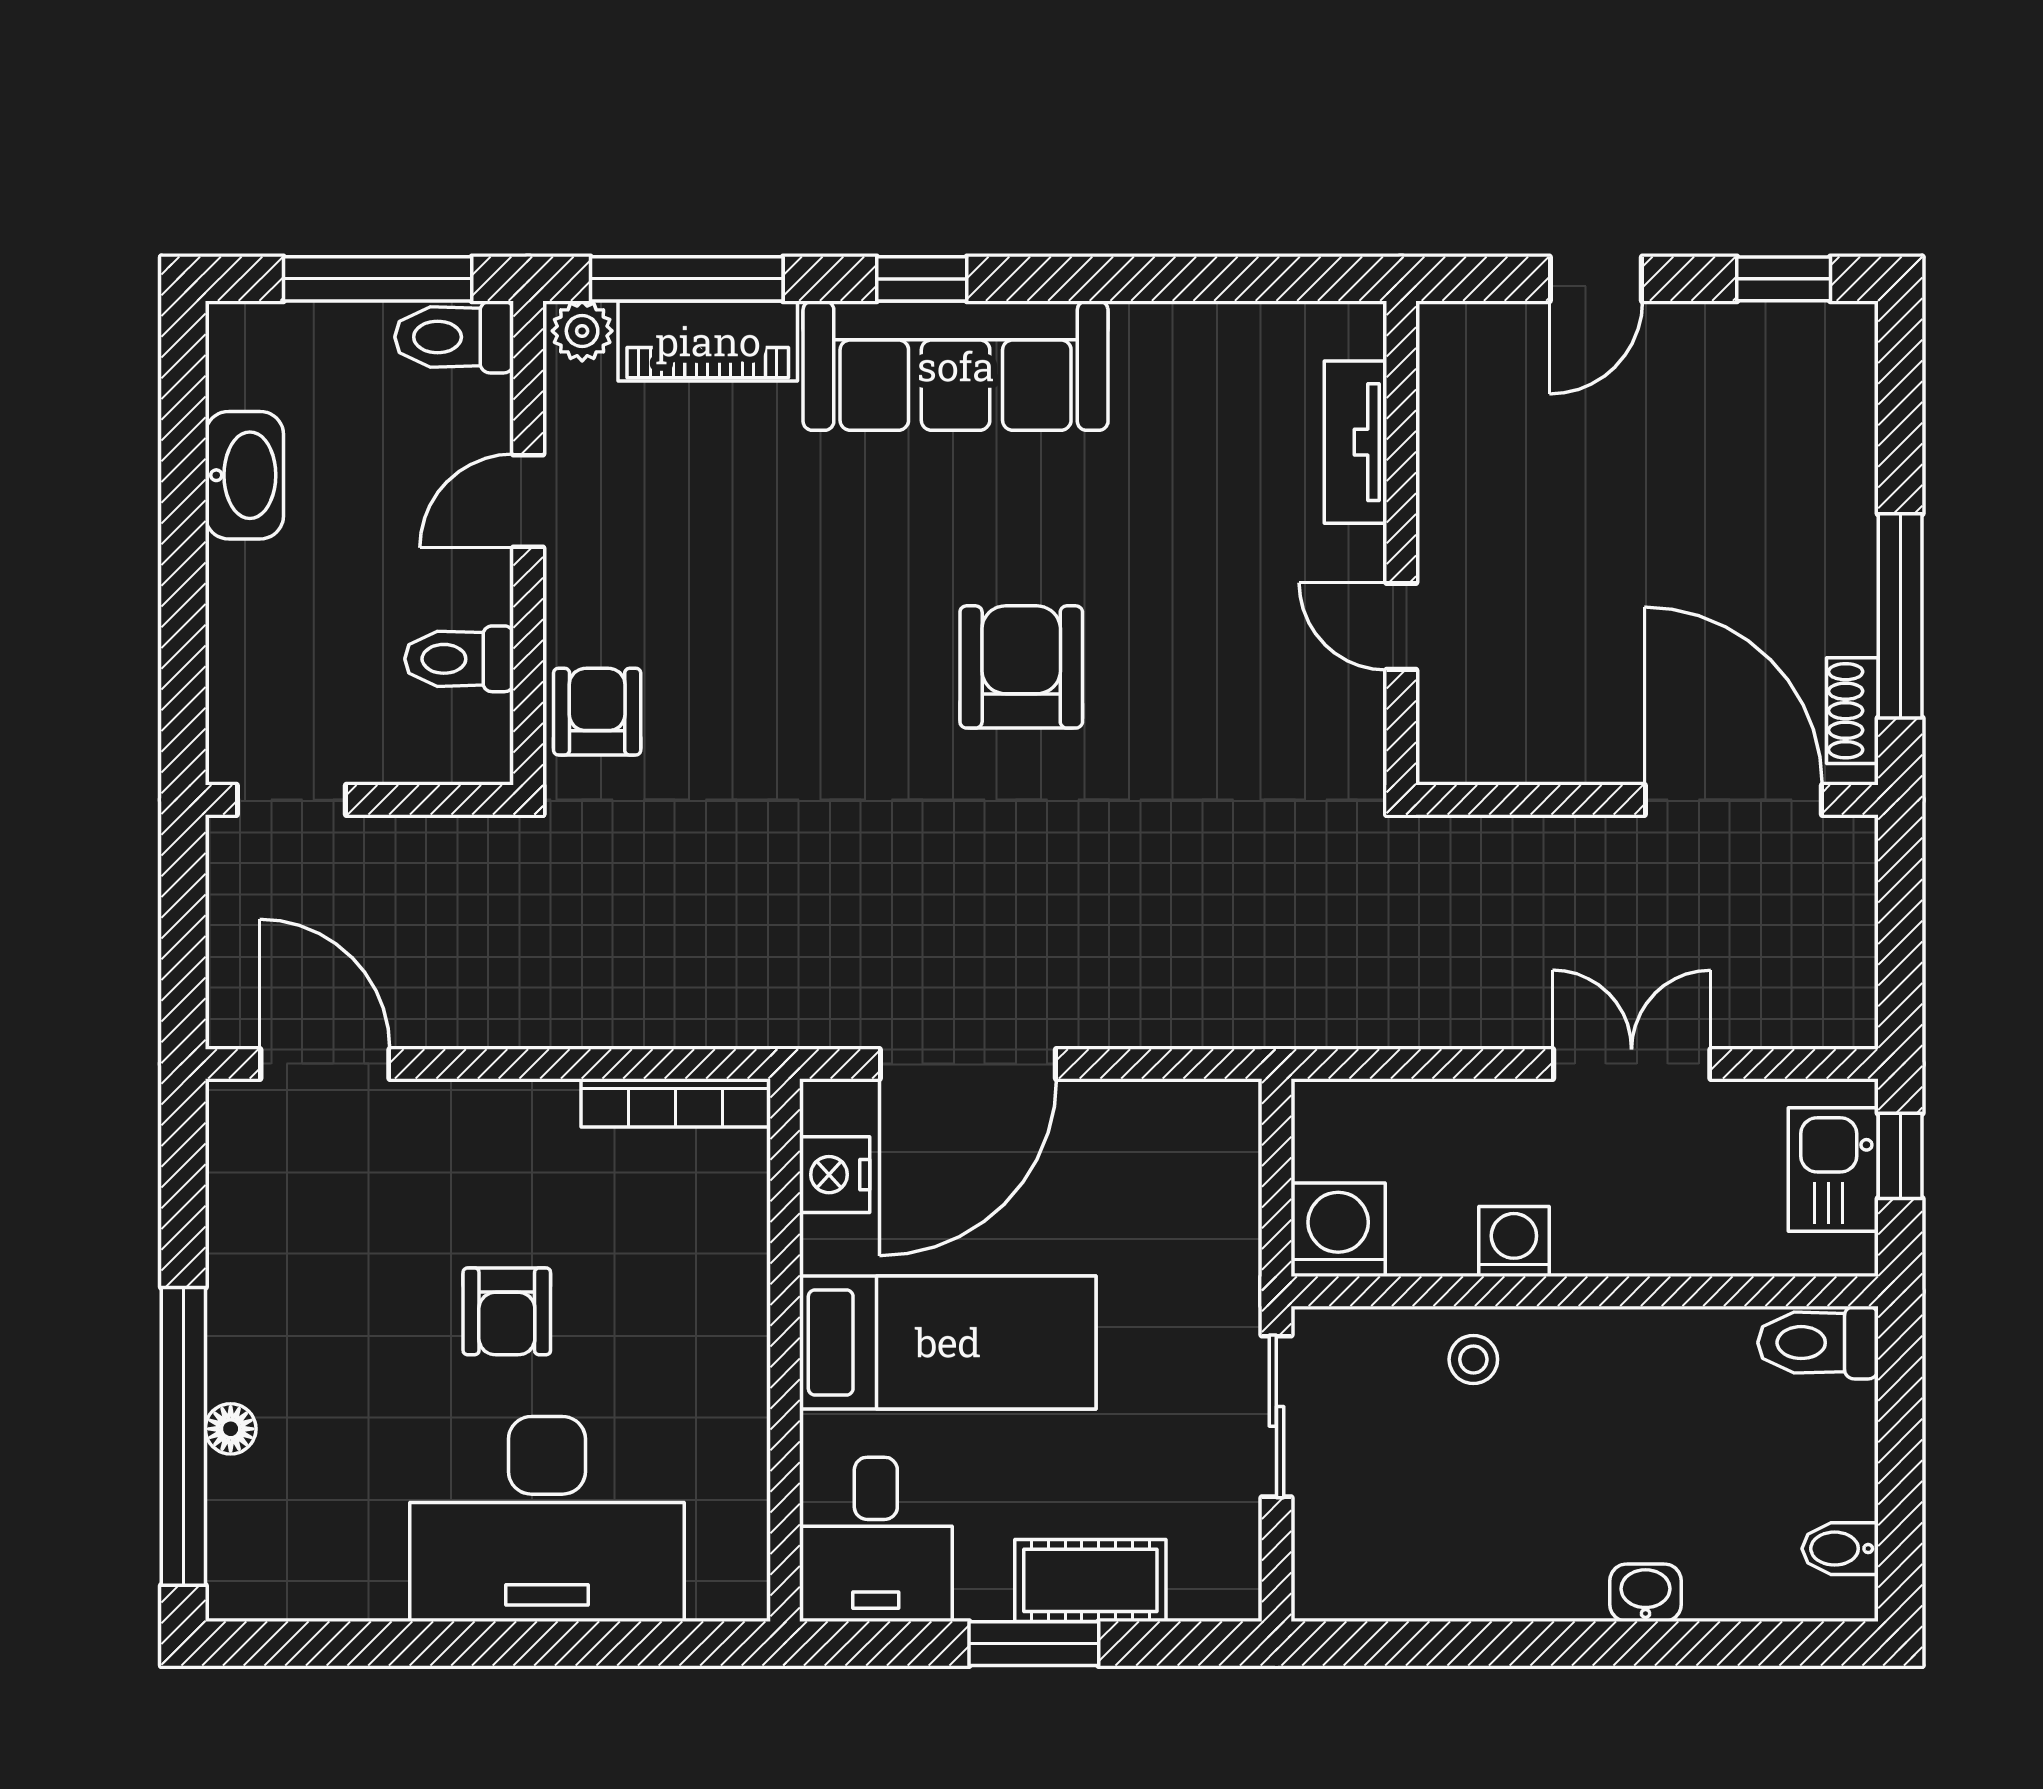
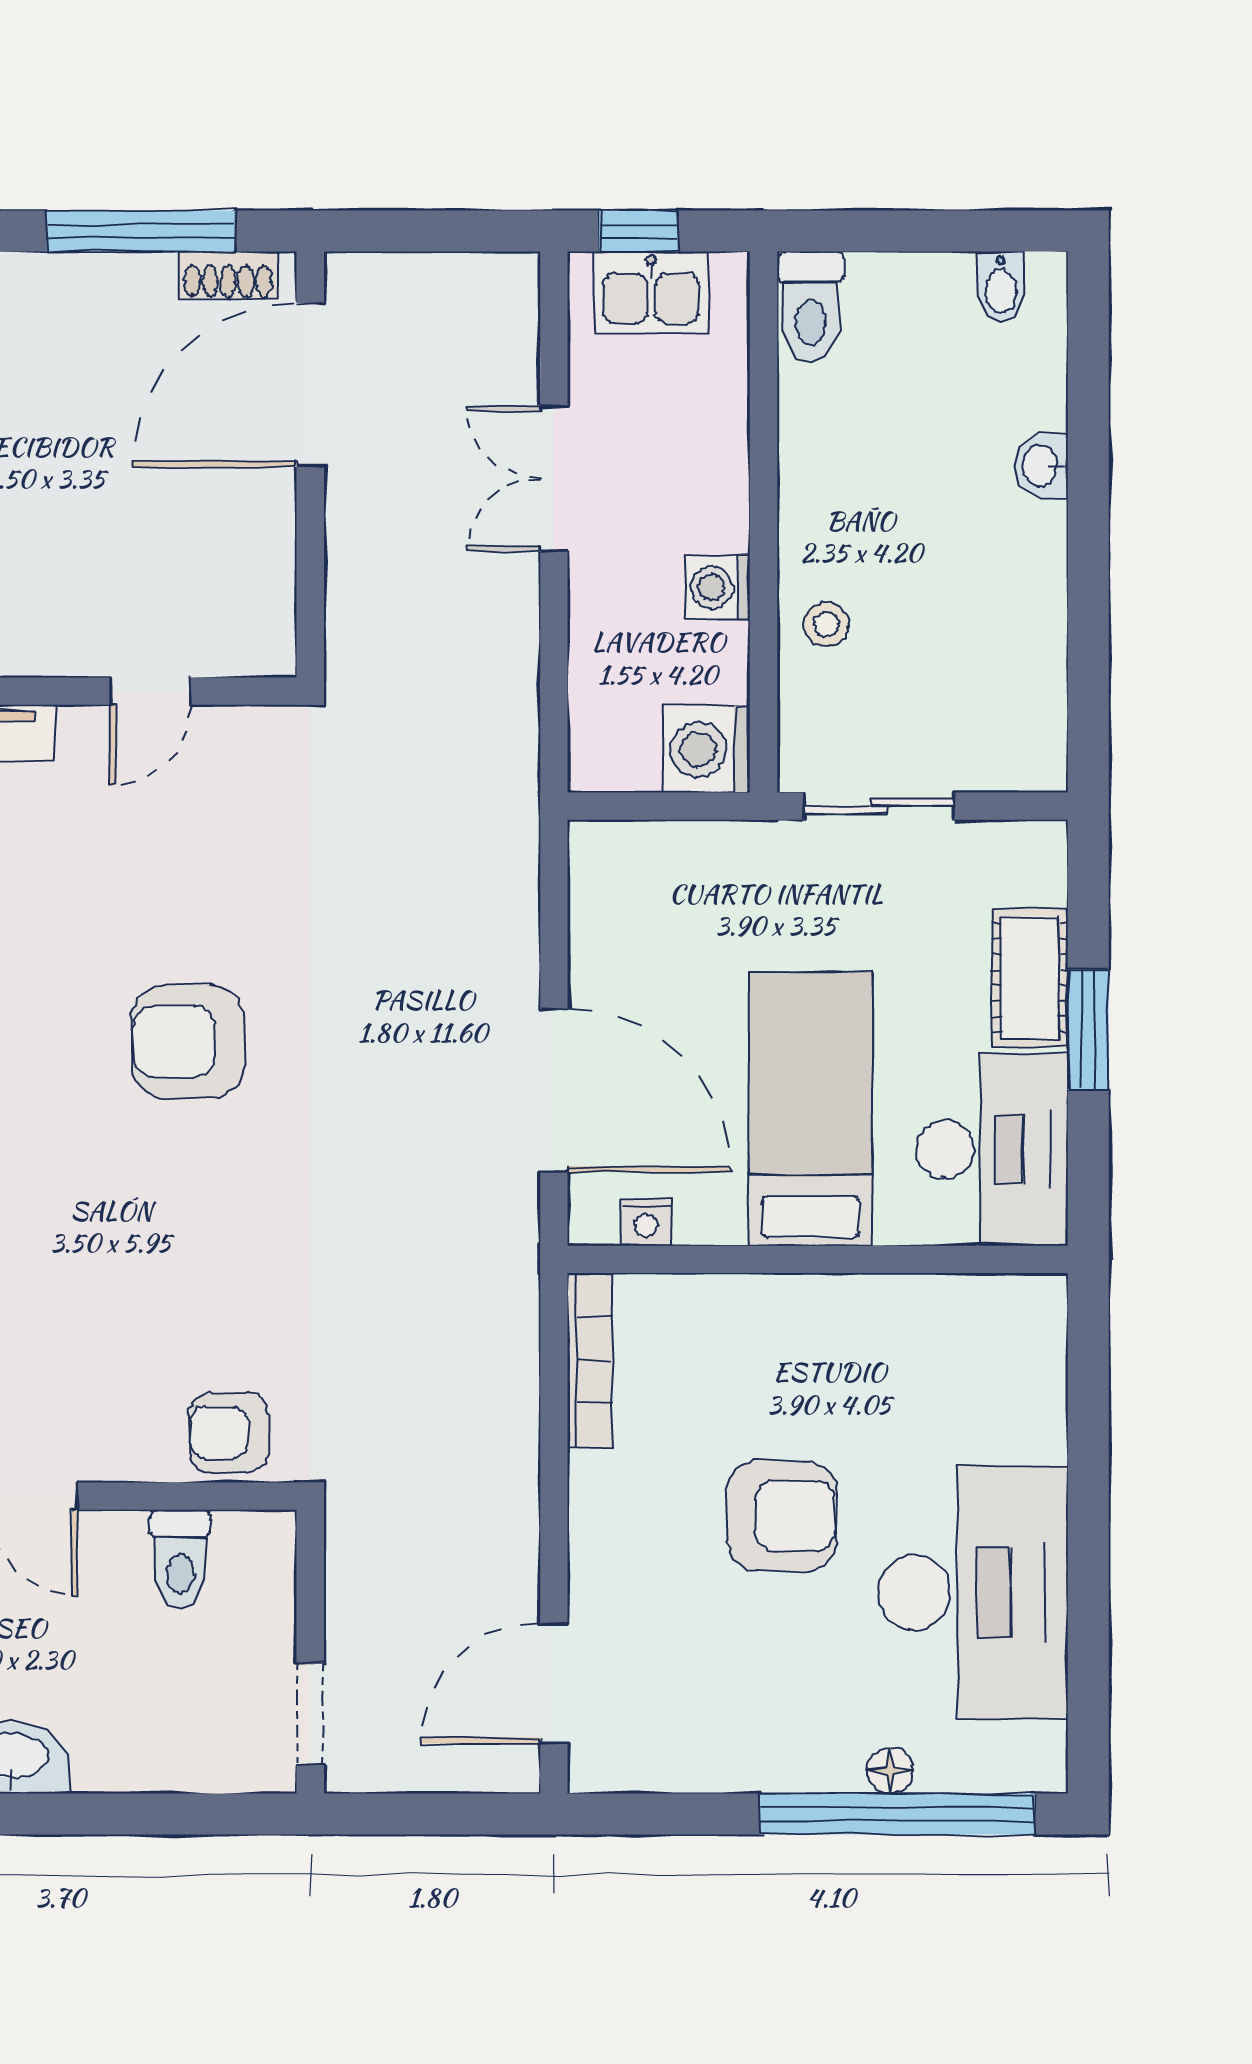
nightstand: (835, 1175) -> (646, 1222), width x0.72, depth x0.74
armchair: (507, 1311) -> (782, 1516), width x1.38, depth x1.38
desk: (547, 1519) -> (973, 1593), moved
desk: (876, 1539) -> (992, 1149), width x1.37

